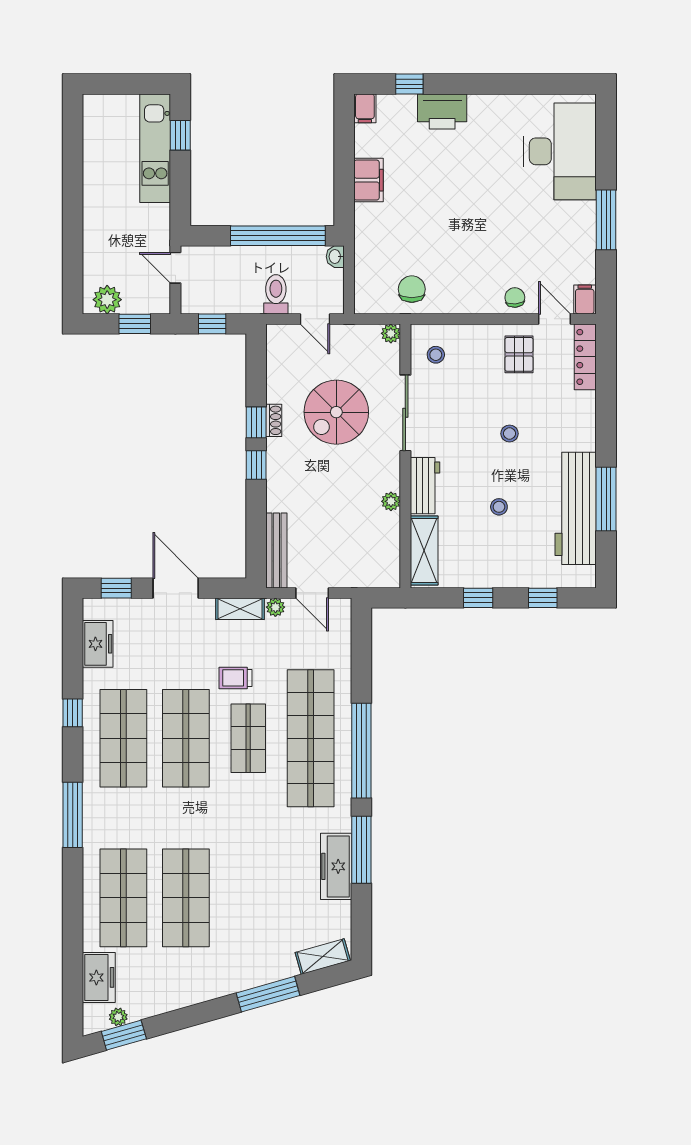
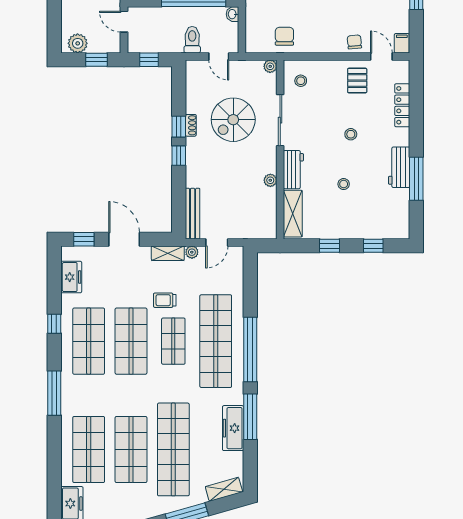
locker: (585, 357) -> (402, 105), moved
workbench: (576, 508) -> (399, 167), width x0.53, depth x0.76
door: (312, 593) -> (217, 242), hinge flipped
shop shelf: (248, 898) -> (173, 449), added

